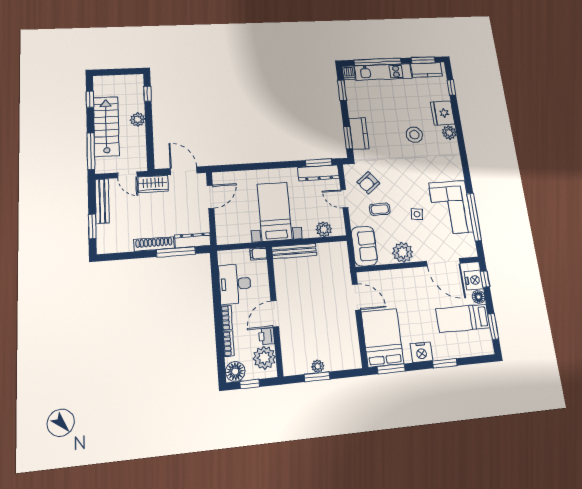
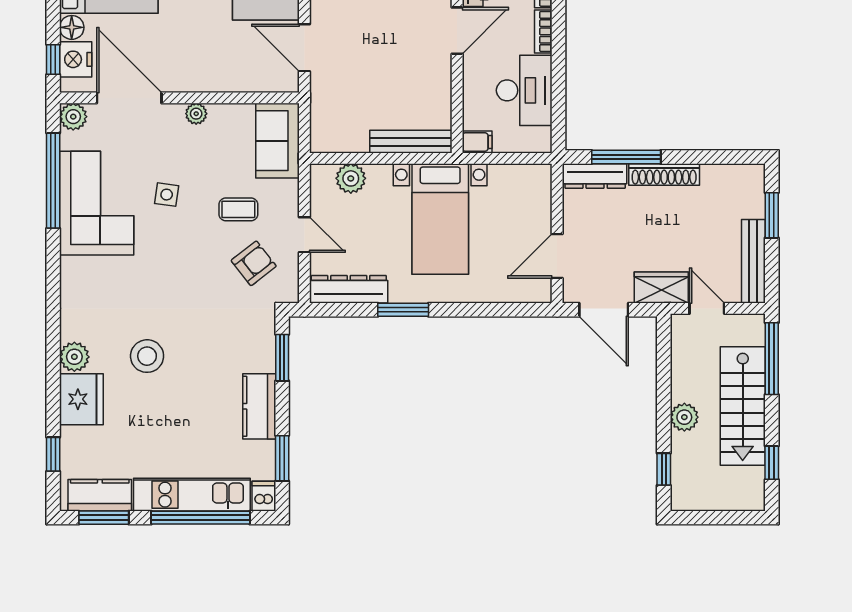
kitchen counter: (359, 133) -> (259, 406), moved
window: (319, 163) -> (403, 310), moved
plant: (470, 250) -> (73, 117), added
plant: (403, 252) -> (196, 114), width x0.53, depth x0.53

